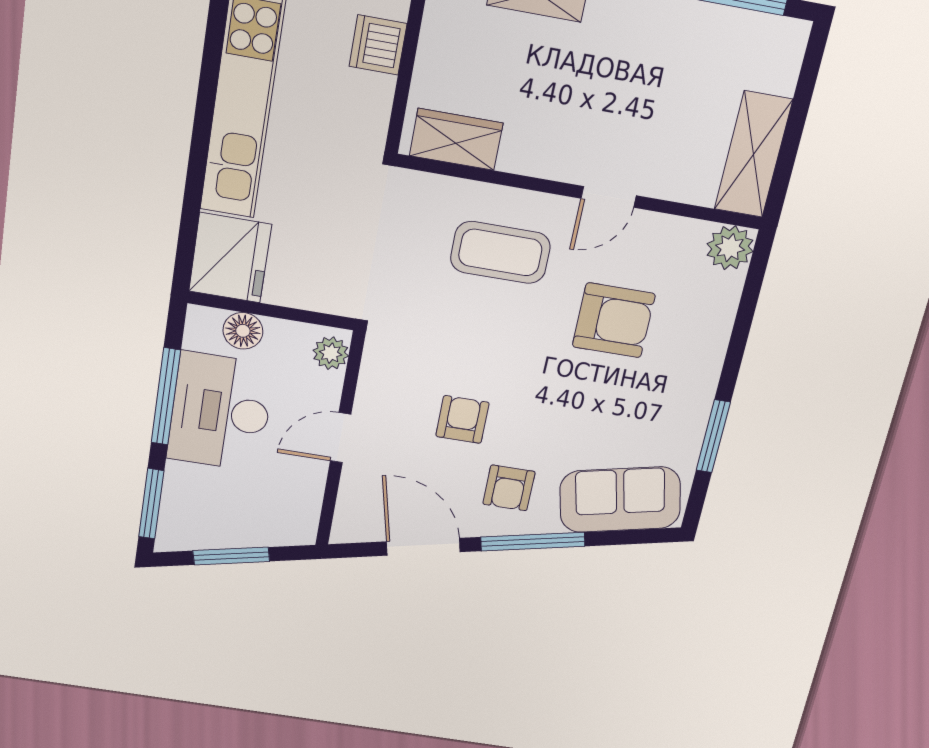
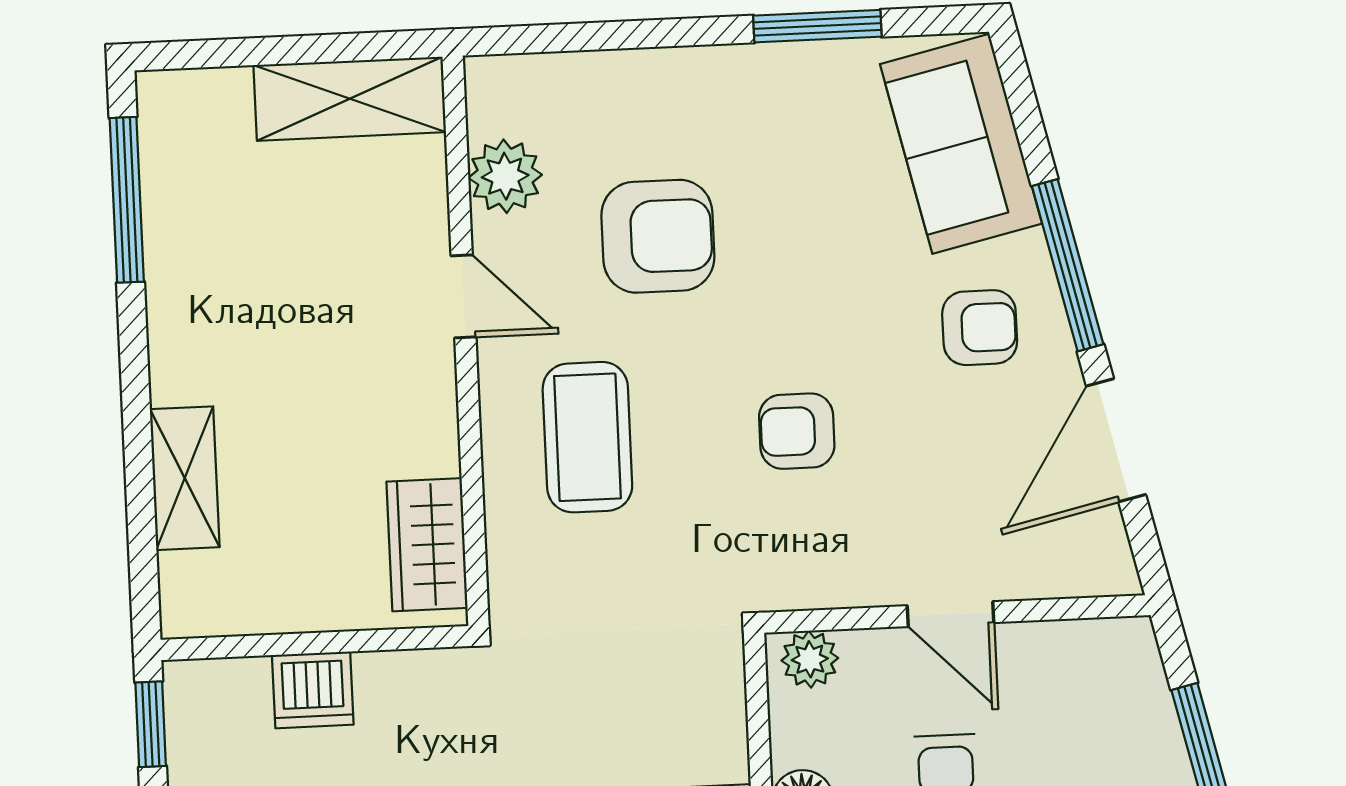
plant: (730, 248) -> (505, 176), moved
armchair: (614, 320) -> (658, 236), turned 90
armchair: (462, 419) -> (797, 431), moved

